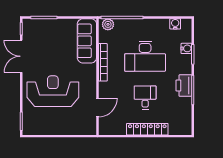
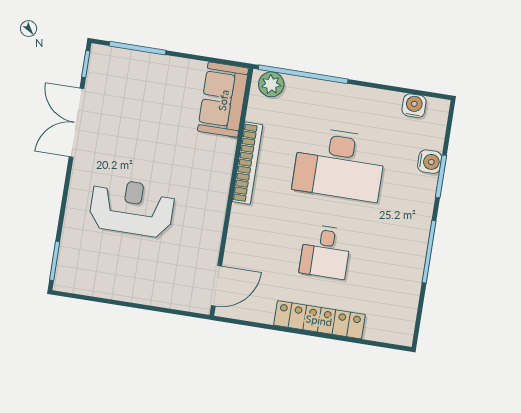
sofa: (87, 41) -> (223, 100), width x0.73
printer: (184, 86) -> (412, 239), removed
reception desk: (53, 91) -> (132, 208), width x0.74, depth x0.77
desk: (145, 97) -> (325, 252), turned 180
door: (97, 107) -> (216, 286), moved

